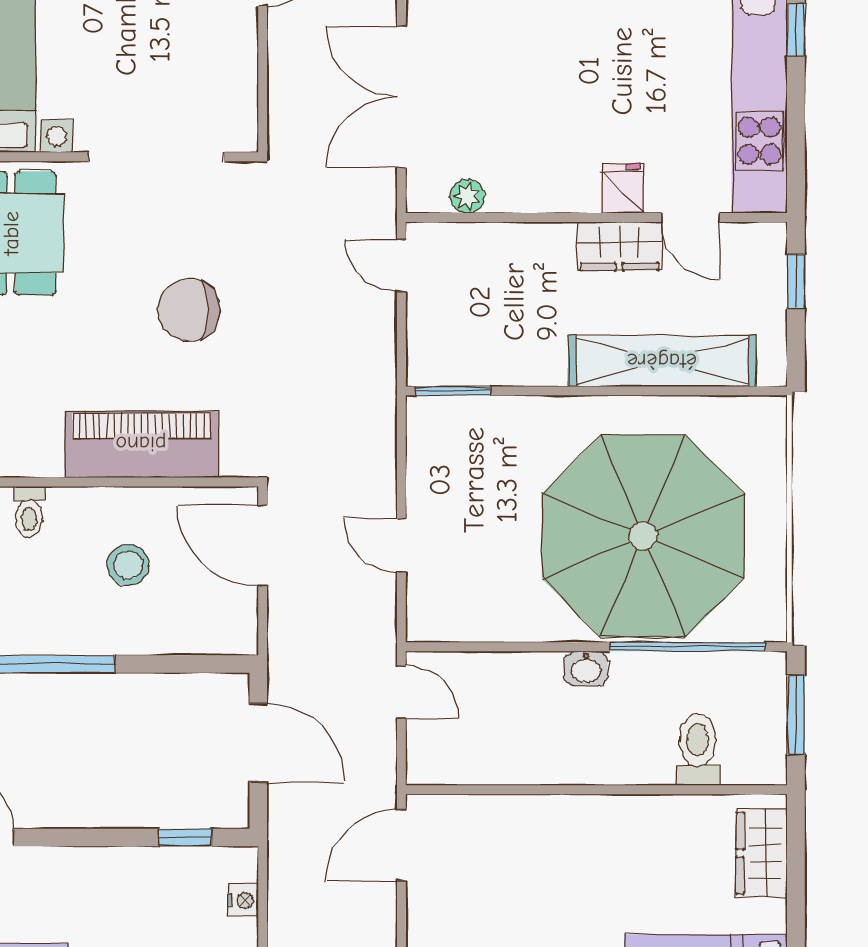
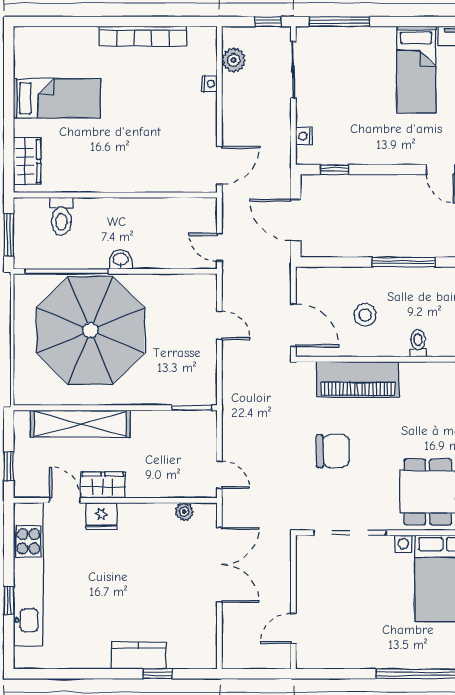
fridge: (623, 188) -> (101, 516), width x1.38

